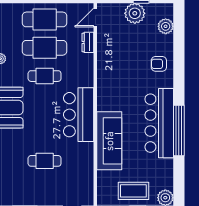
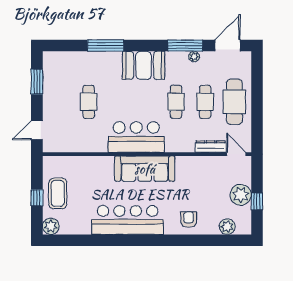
dresser: (88, 42) -> (211, 147), width x1.44
cafe table: (45, 48) -> (205, 102), width x0.73, depth x0.74
window: (179, 131) -> (120, 240), removed
sofa: (109, 141) -> (145, 169), moved

